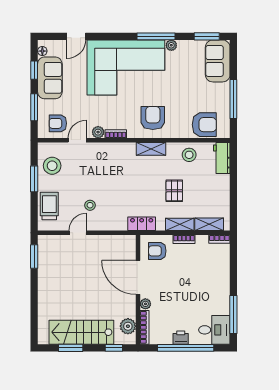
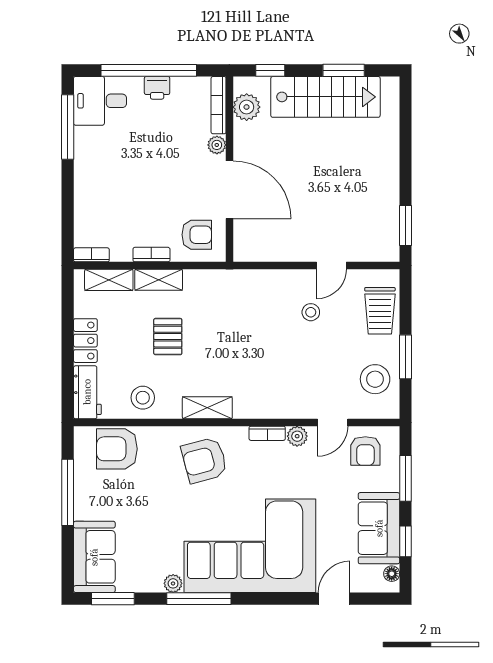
armchair: (153, 118) -> (204, 460), turned 75
armchair: (58, 123) -> (365, 451), turned 90
locker: (142, 224) -> (85, 341), moved, turned -90

